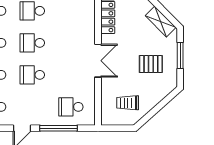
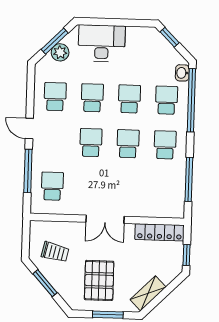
pallet: (151, 64) -> (99, 280), width x1.50, depth x1.42
trolley: (128, 103) -> (55, 252), turned 103
window: (155, 111) -> (45, 283), added

